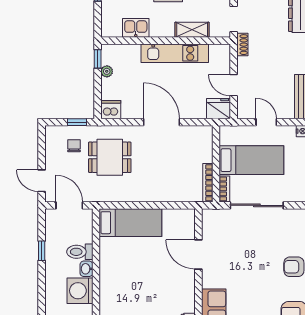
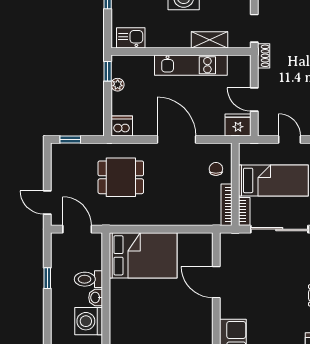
kitchen sink: (136, 28) -> (131, 38), moved
window: (77, 122) -> (70, 139), moved
chair: (74, 146) -> (216, 169), moved
bed: (130, 223) -> (143, 255), width x1.50

